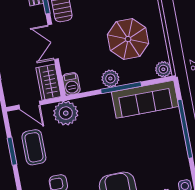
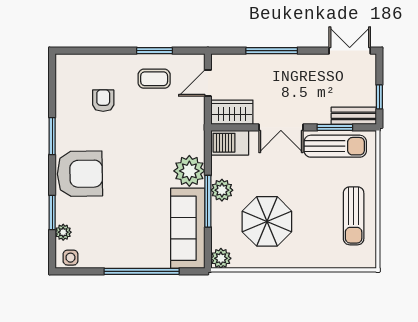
double door: (53, 42) -> (281, 127), swing flipped
barbecue: (71, 84) -> (230, 143), width x1.38, depth x1.27
plant: (66, 113) -> (189, 171), moved
coffee table: (34, 147) -> (154, 79), width x0.73, depth x0.77

